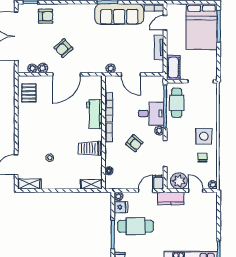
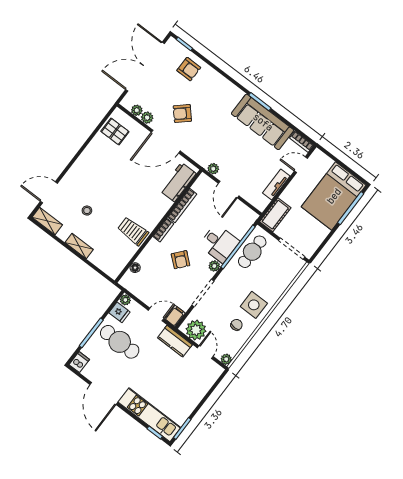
pallet: (29, 93) -> (115, 132), turned 90
workbench: (94, 114) -> (178, 182), moved
shelving: (91, 184) -> (79, 246), moved

